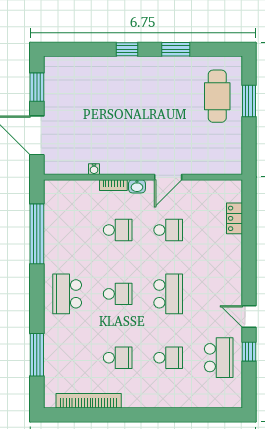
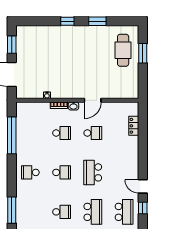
school desk: (67, 294) -> (30, 172), width x0.54
school desk: (168, 294) -> (93, 172), turned 180
school desk: (168, 358) -> (93, 212), width x1.85

